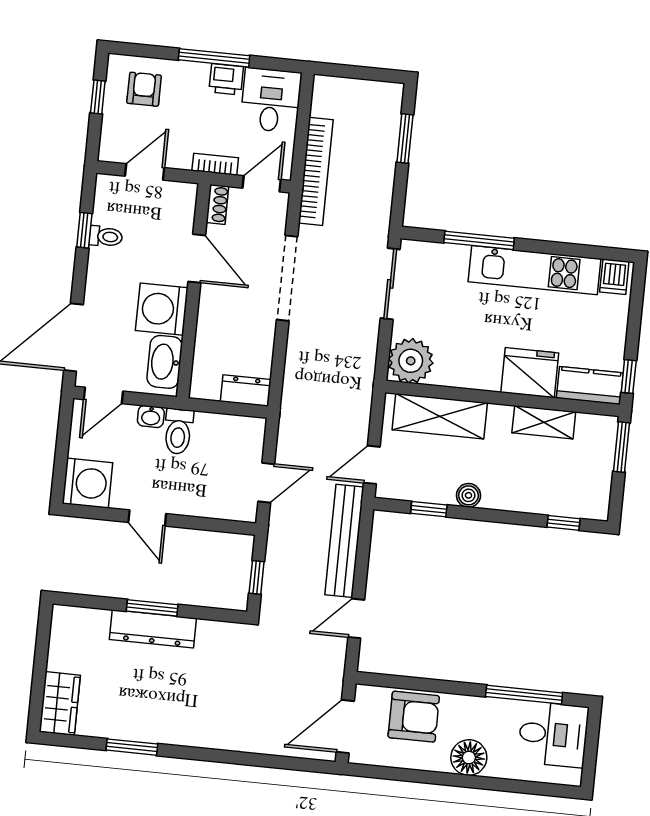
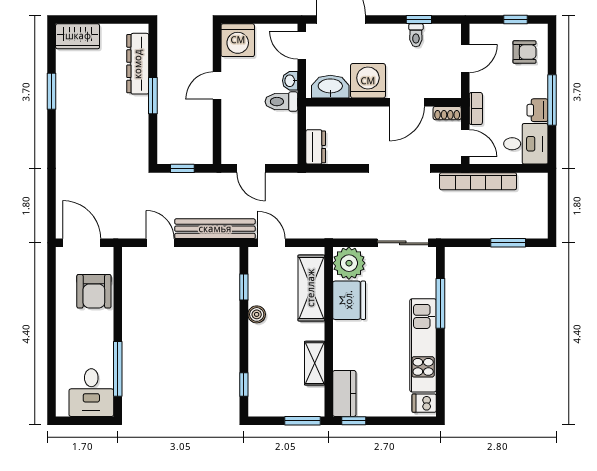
door: (145, 172) -> (465, 58), hinge flipped
fridge: (530, 373) -> (349, 300), moved
dresser: (153, 629) -> (138, 64), moved
floor lamp: (469, 758) -> (69, 334), removed

